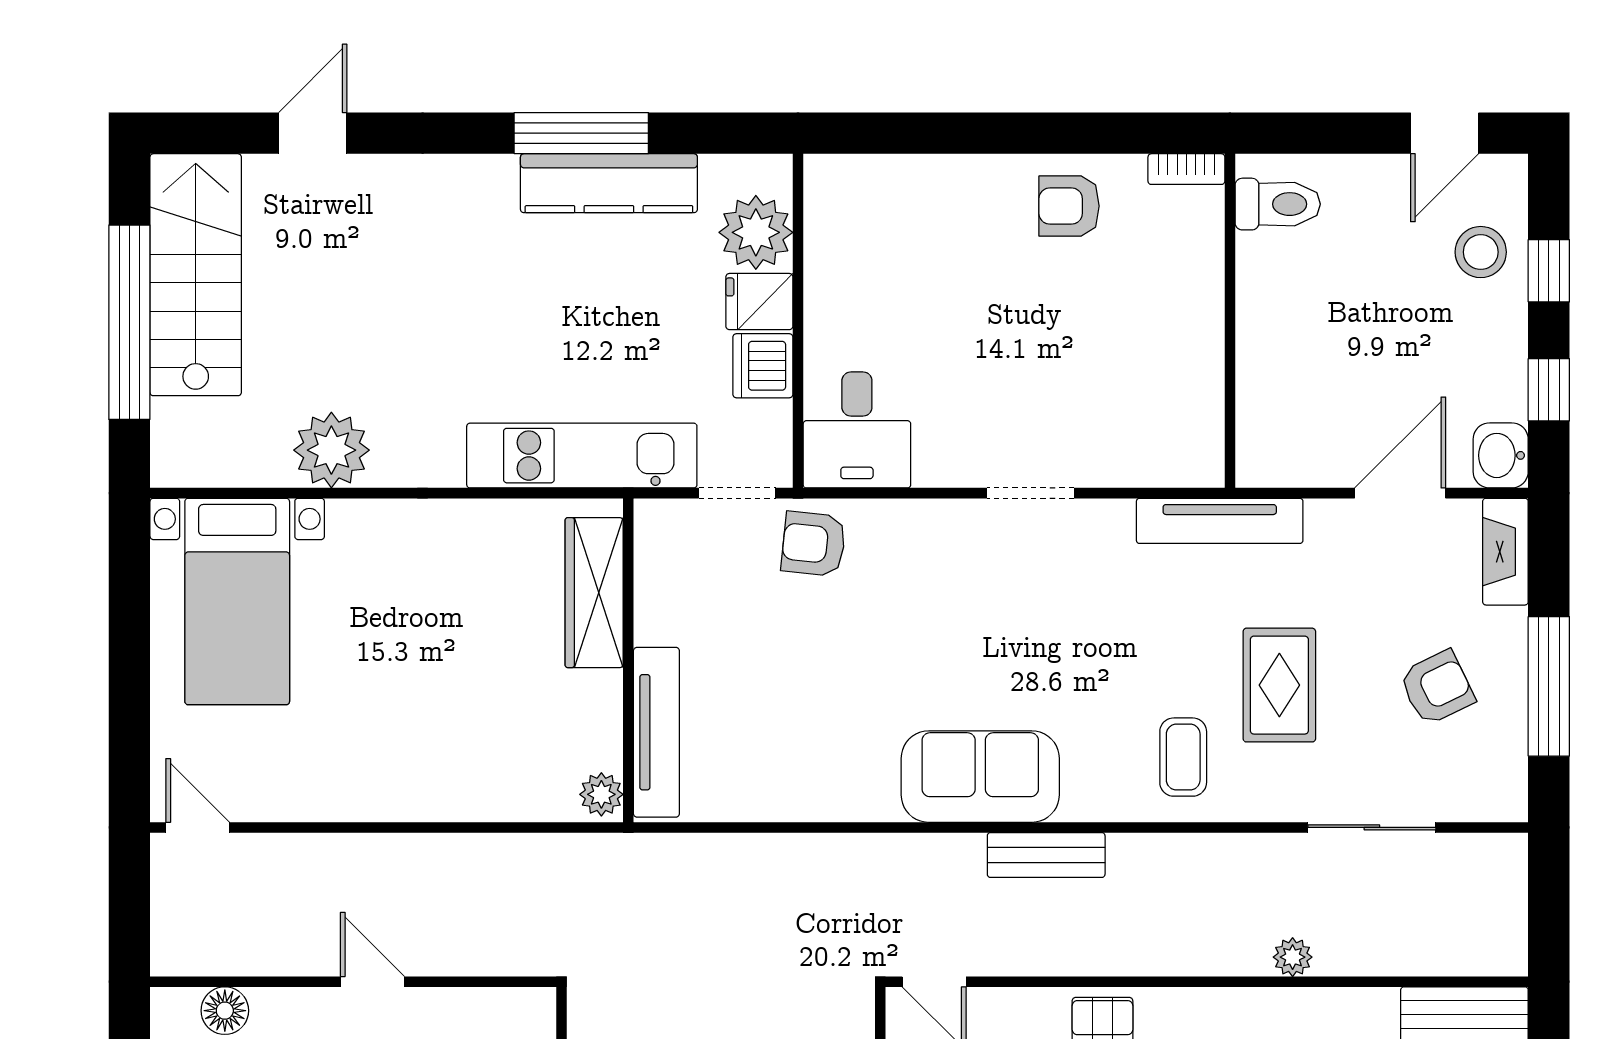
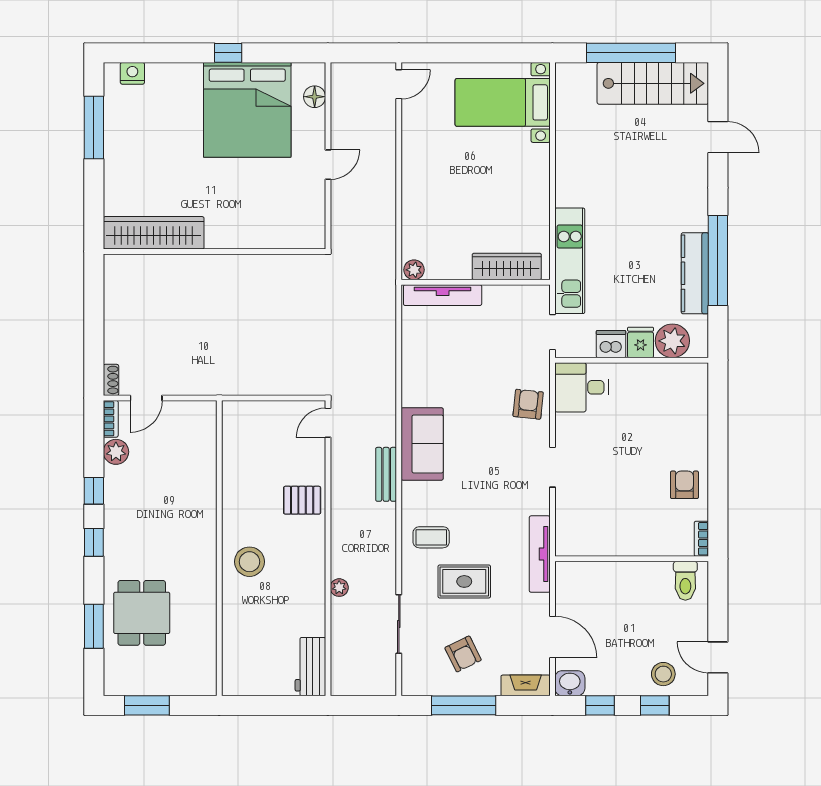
window: (581, 133) -> (718, 261), width x1.46
plant: (331, 450) -> (572, 146), removed
armchair: (814, 544) -> (528, 404), moved

